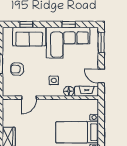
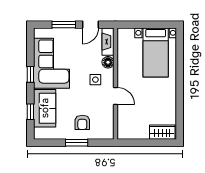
window: (69, 24) -> (30, 74), moved
window: (101, 42) -> (64, 25), moved
door: (29, 98) -> (115, 96), moved

